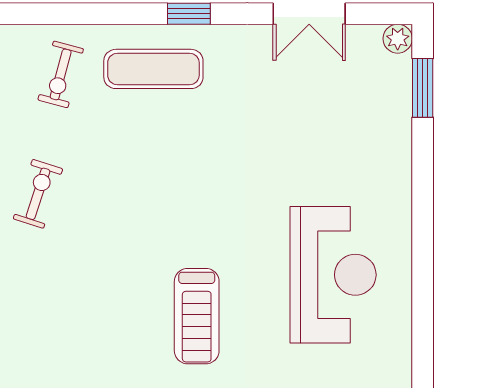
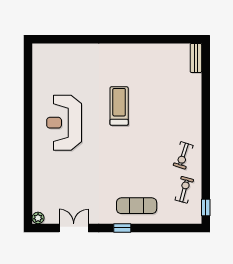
exercise bike: (61, 74) -> (184, 190), moved
window: (423, 88) -> (28, 198), removed

